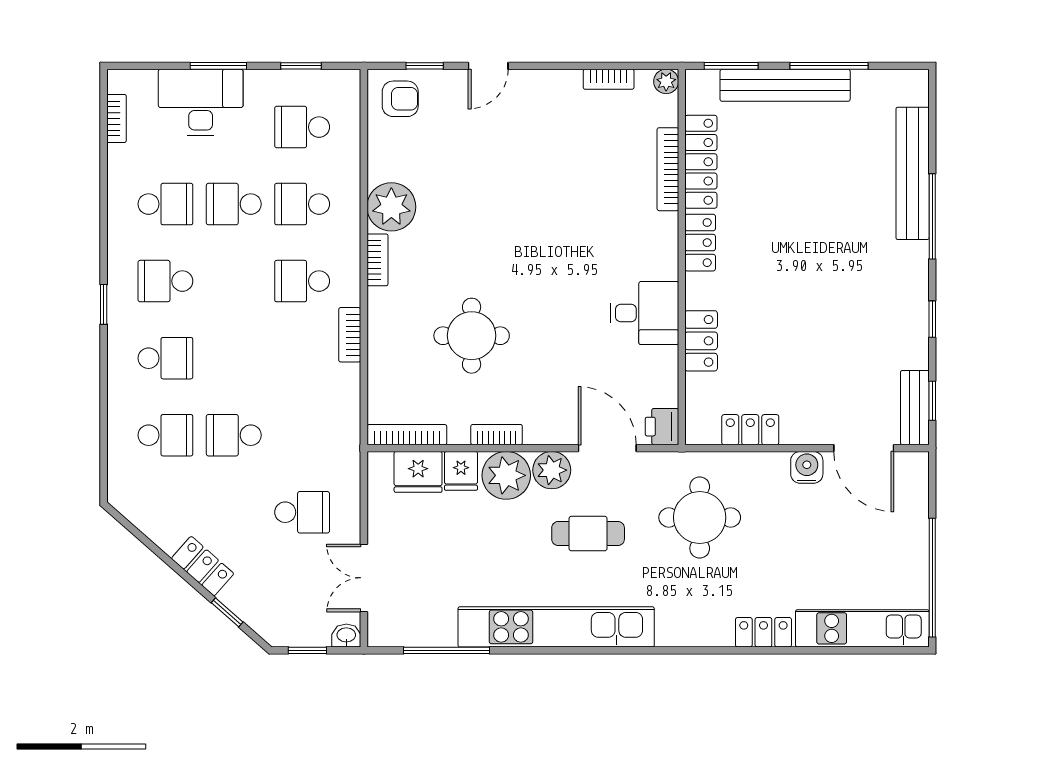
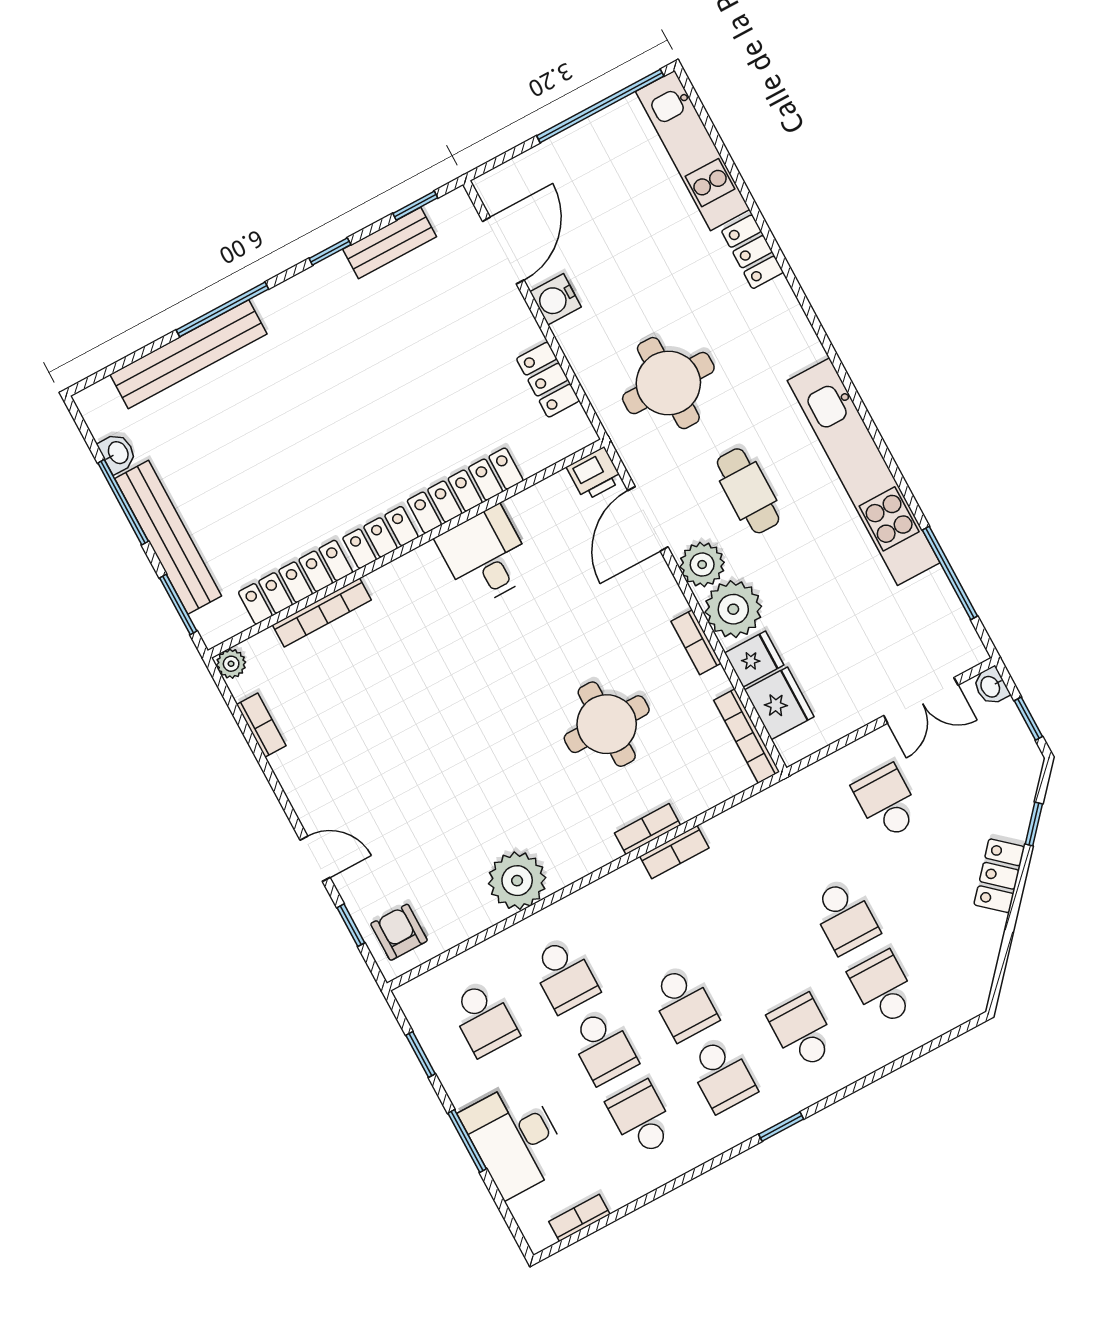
washbasin: (868, 81) -> (117, 453), added
bookcase: (377, 260) -> (648, 829), moved
school desk: (302, 281) -> (684, 1004), moved
locker: (701, 341) -> (465, 491), width x1.53
bench: (915, 408) -> (390, 243), moved

